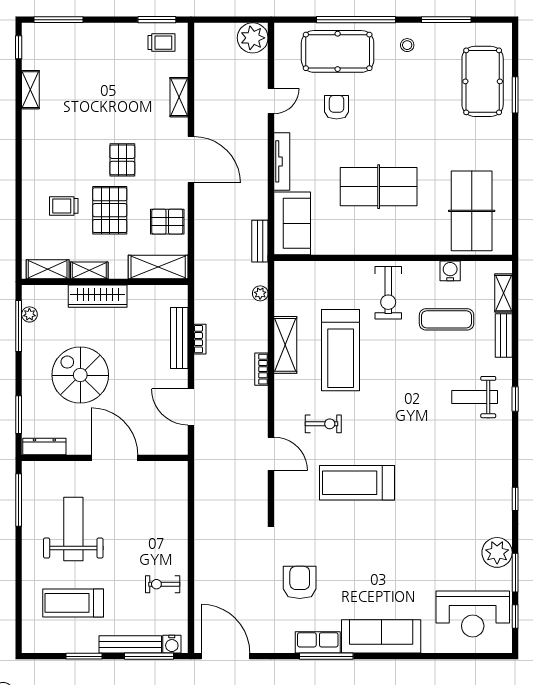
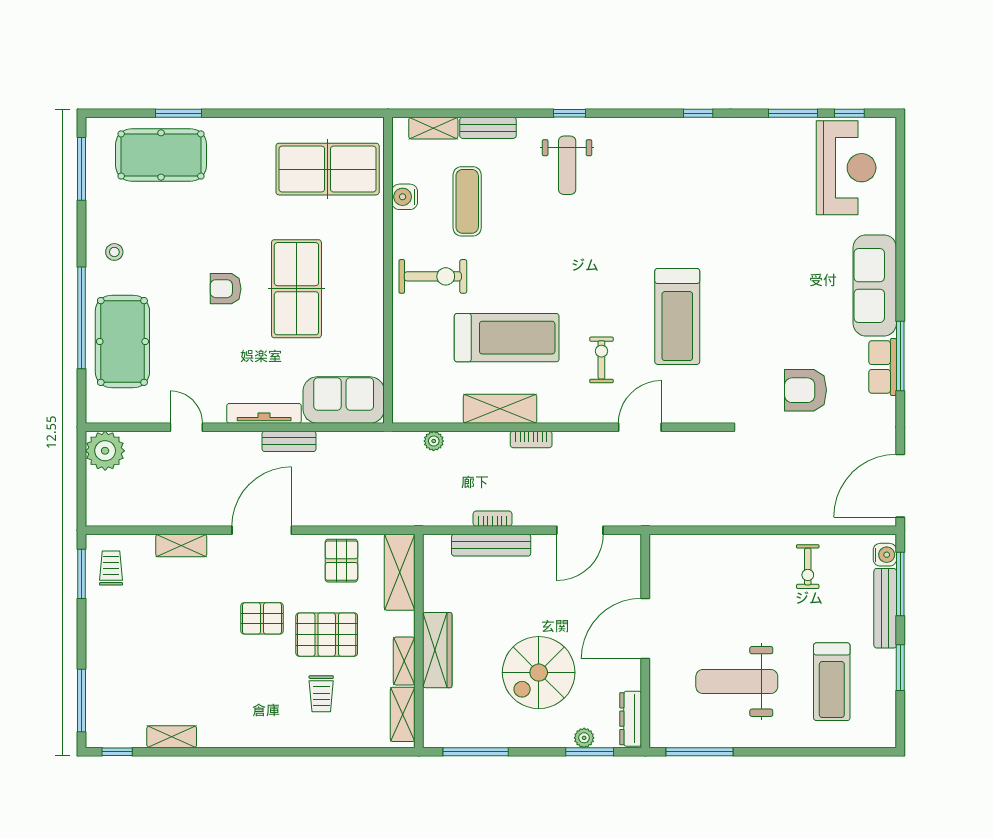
window: (446, 20) -> (82, 169), moved
armchair: (337, 107) -> (226, 289), moved
bench: (260, 241) -> (289, 441), moved
plant: (29, 314) -> (584, 738), moved
plant: (497, 552) -> (767, 136), removed

